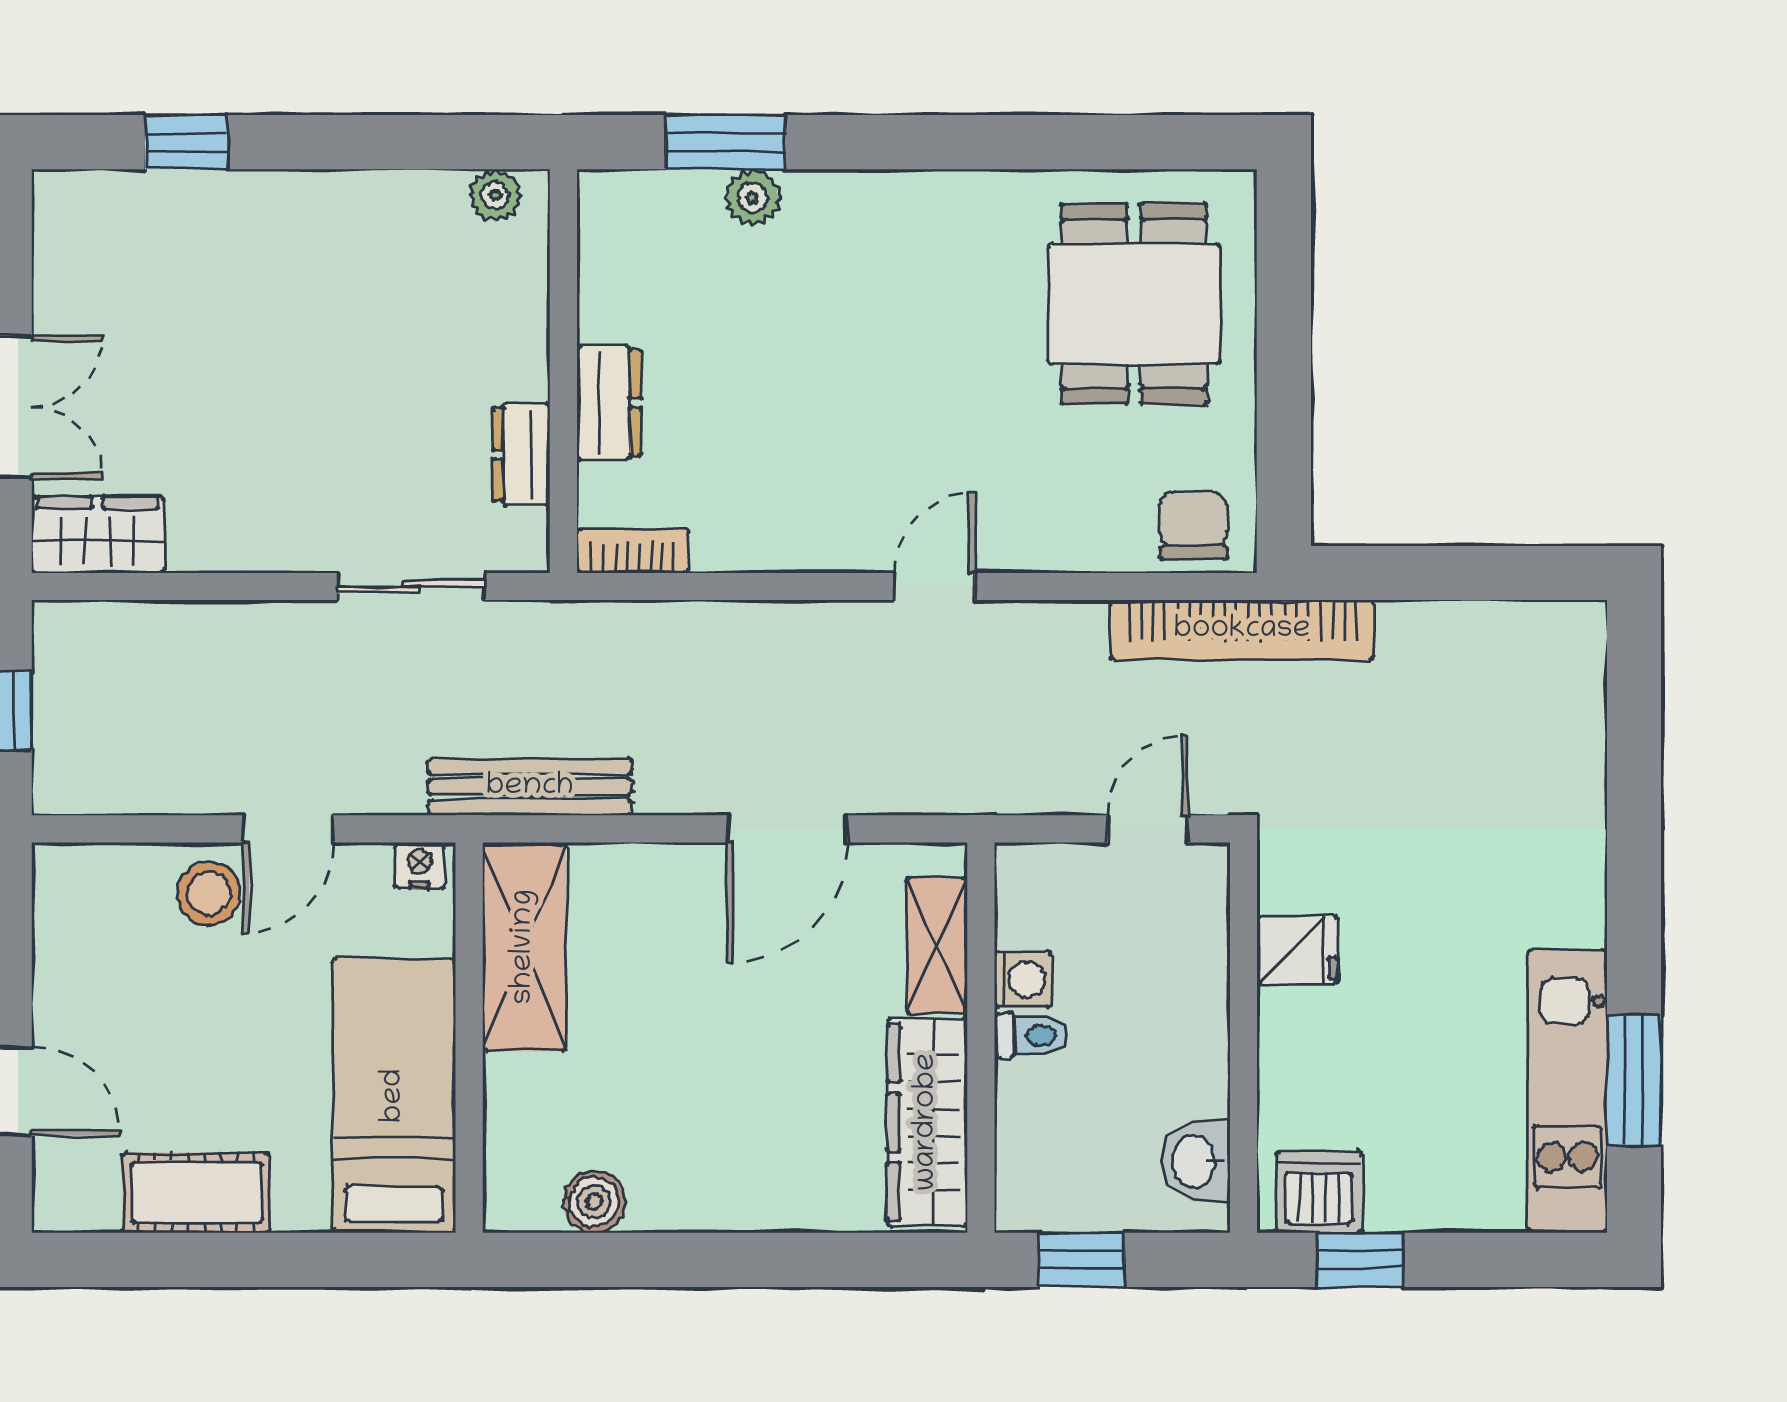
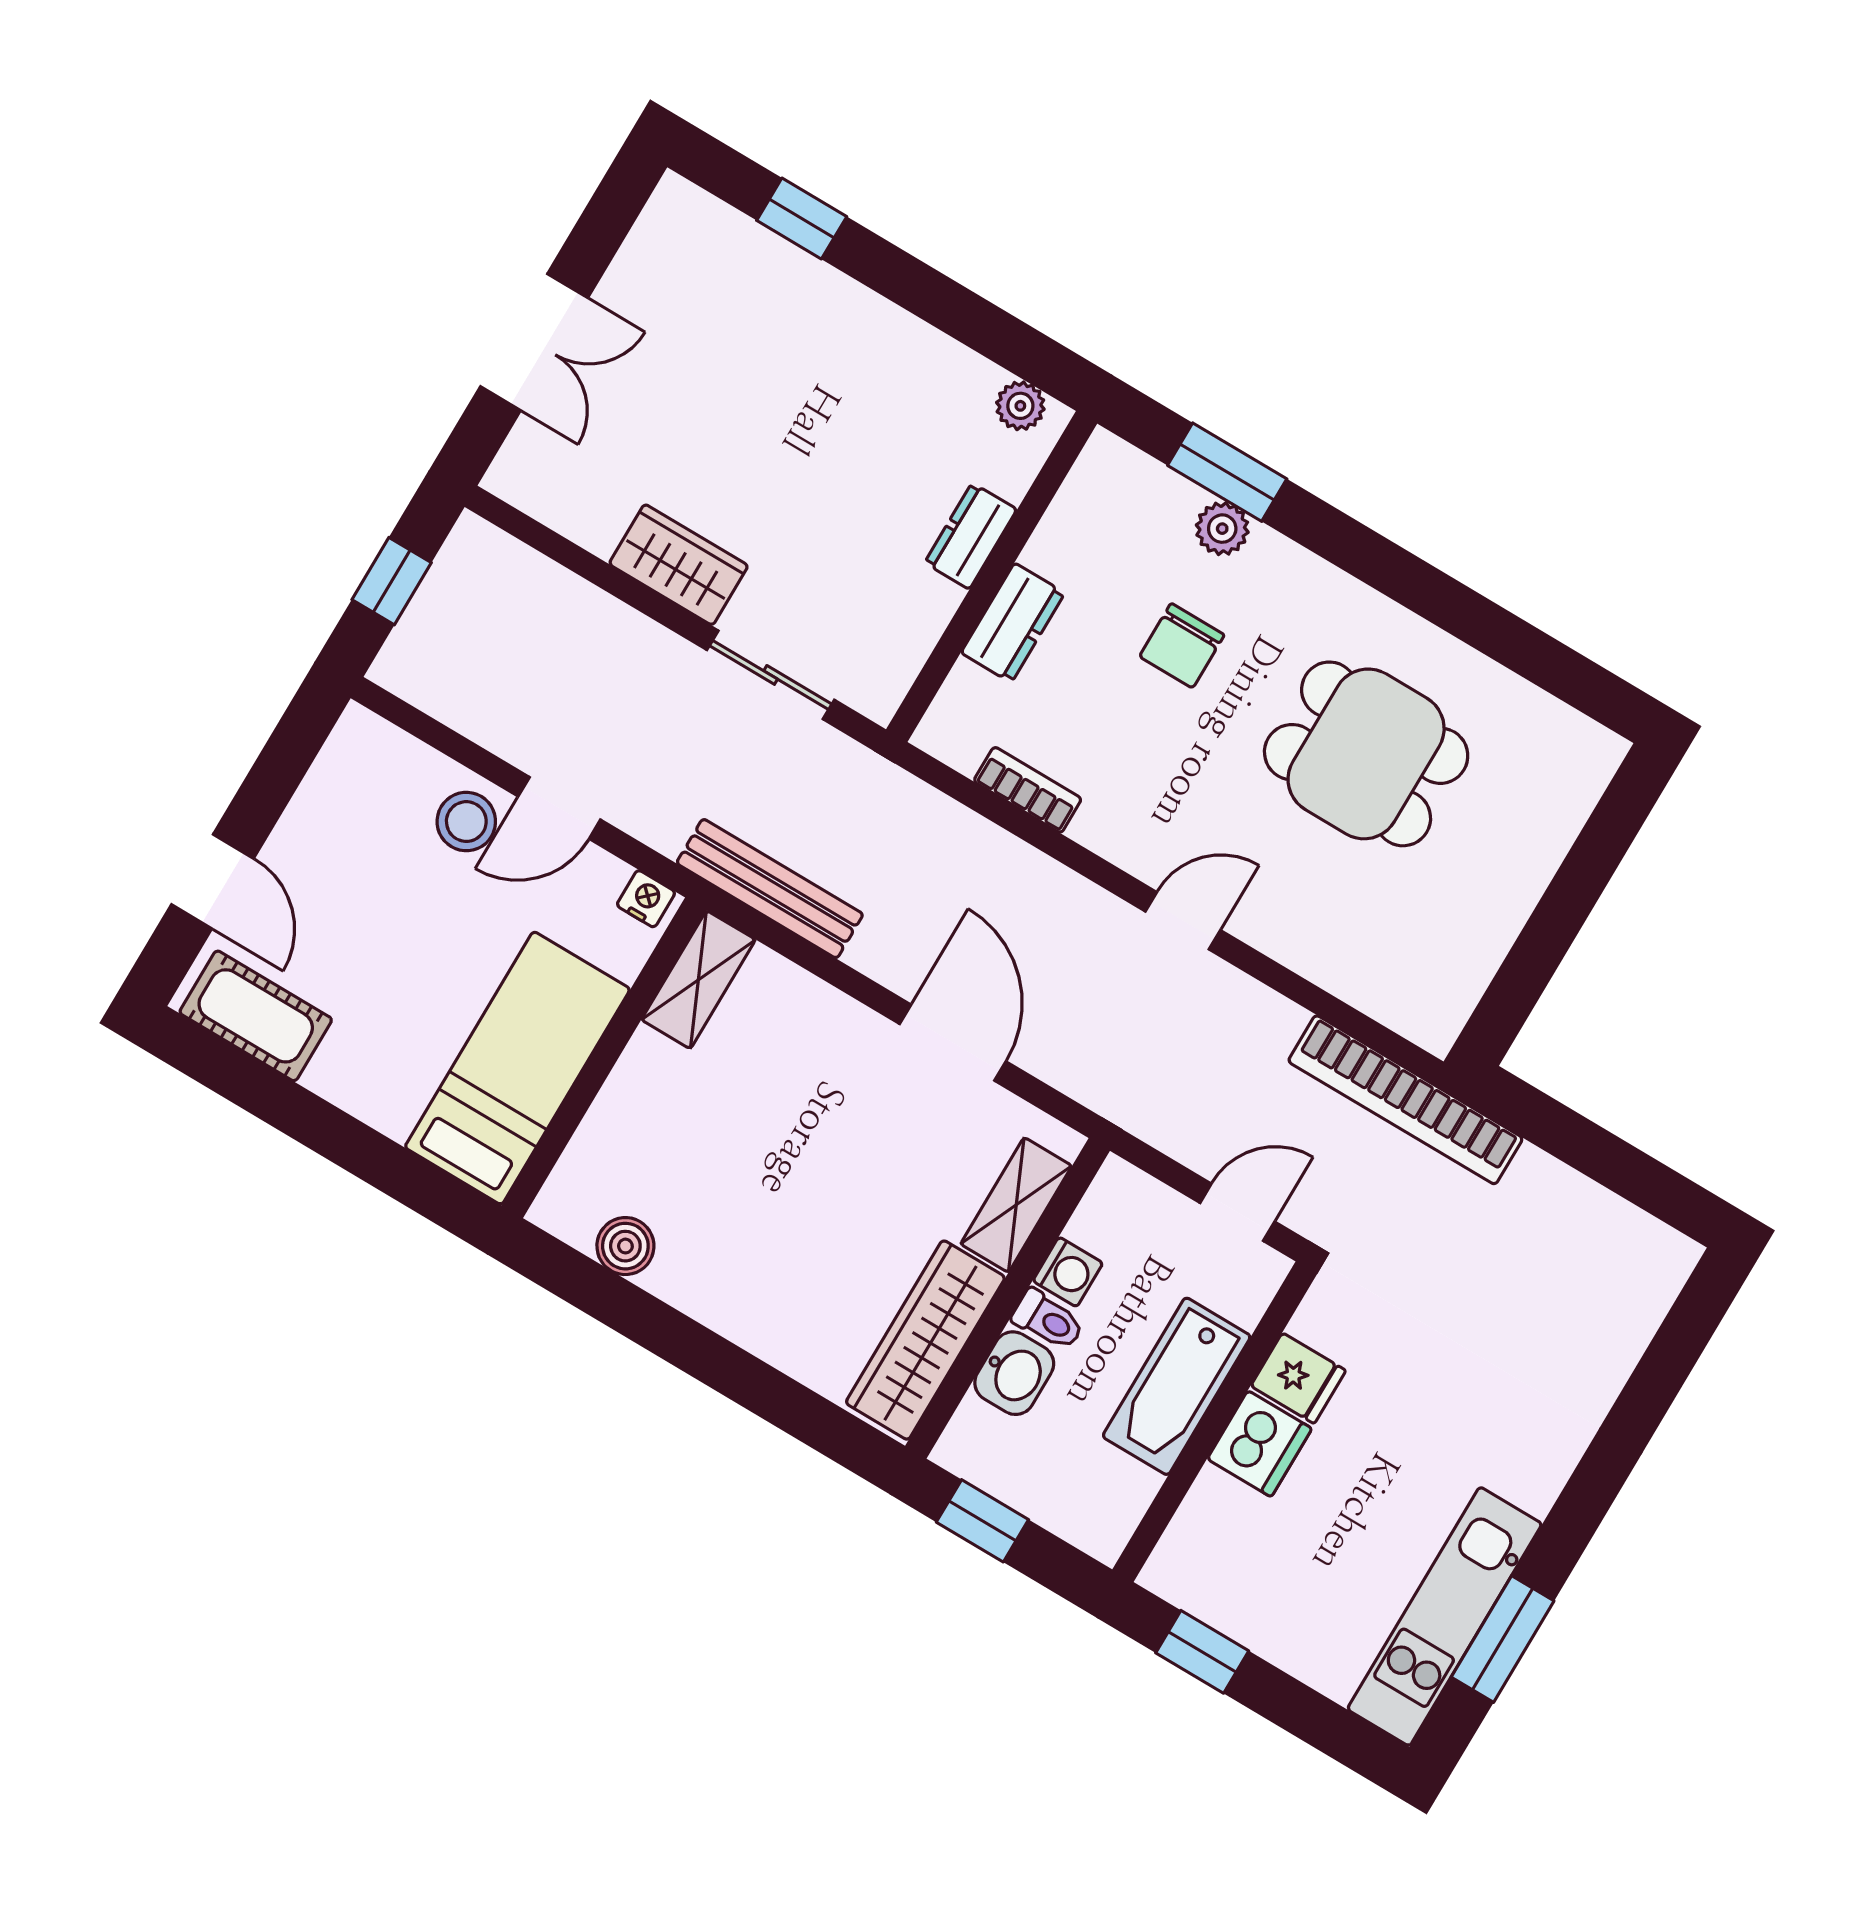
dining table: (1134, 304) -> (1366, 754), moved, turned 90
dresser: (521, 454) -> (971, 536), moved
chair: (1193, 525) -> (1182, 646), moved, turned 180
wardrobe: (98, 535) -> (679, 565), moved
bookcase: (633, 551) -> (1028, 790), moved
door: (787, 829) -> (953, 1043), swing flipped
shelving: (524, 947) -> (698, 980), width x0.67, depth x0.75
bathtub: (1188, 1026) -> (1177, 1386), added
washbasin: (1196, 1161) -> (1014, 1373), moved, turned 180
dishwasher: (1319, 1192) -> (1260, 1444), moved, turned 90
cot: (196, 1193) -> (256, 1016), moved

